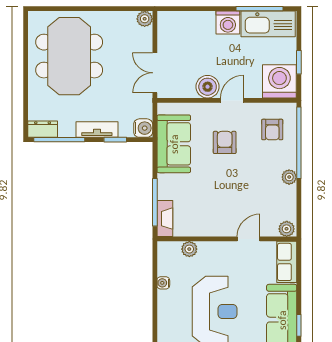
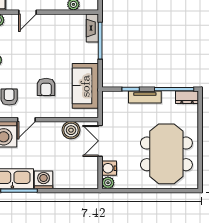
double door: (155, 73) -> (100, 141), swing flipped
boiler: (208, 87) -> (71, 130), moved
door: (232, 100) -> (26, 120), moved
water cooler: (143, 128) -> (109, 168), moved

